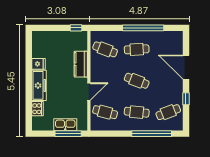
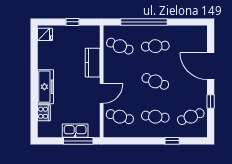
window: (76, 28) -> (72, 22), moved
window: (143, 28) -> (144, 22), moved
fridge: (39, 64) -> (45, 34), moved
window: (152, 134) -> (172, 141), width x0.32

